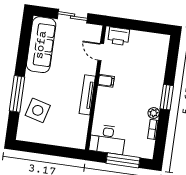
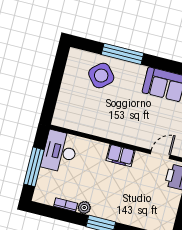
filing cabinet: (106, 81) -> (120, 156), width x2.00
tv unit: (87, 95) -> (113, 134), removed
side table: (38, 110) -> (101, 76), turned 35

